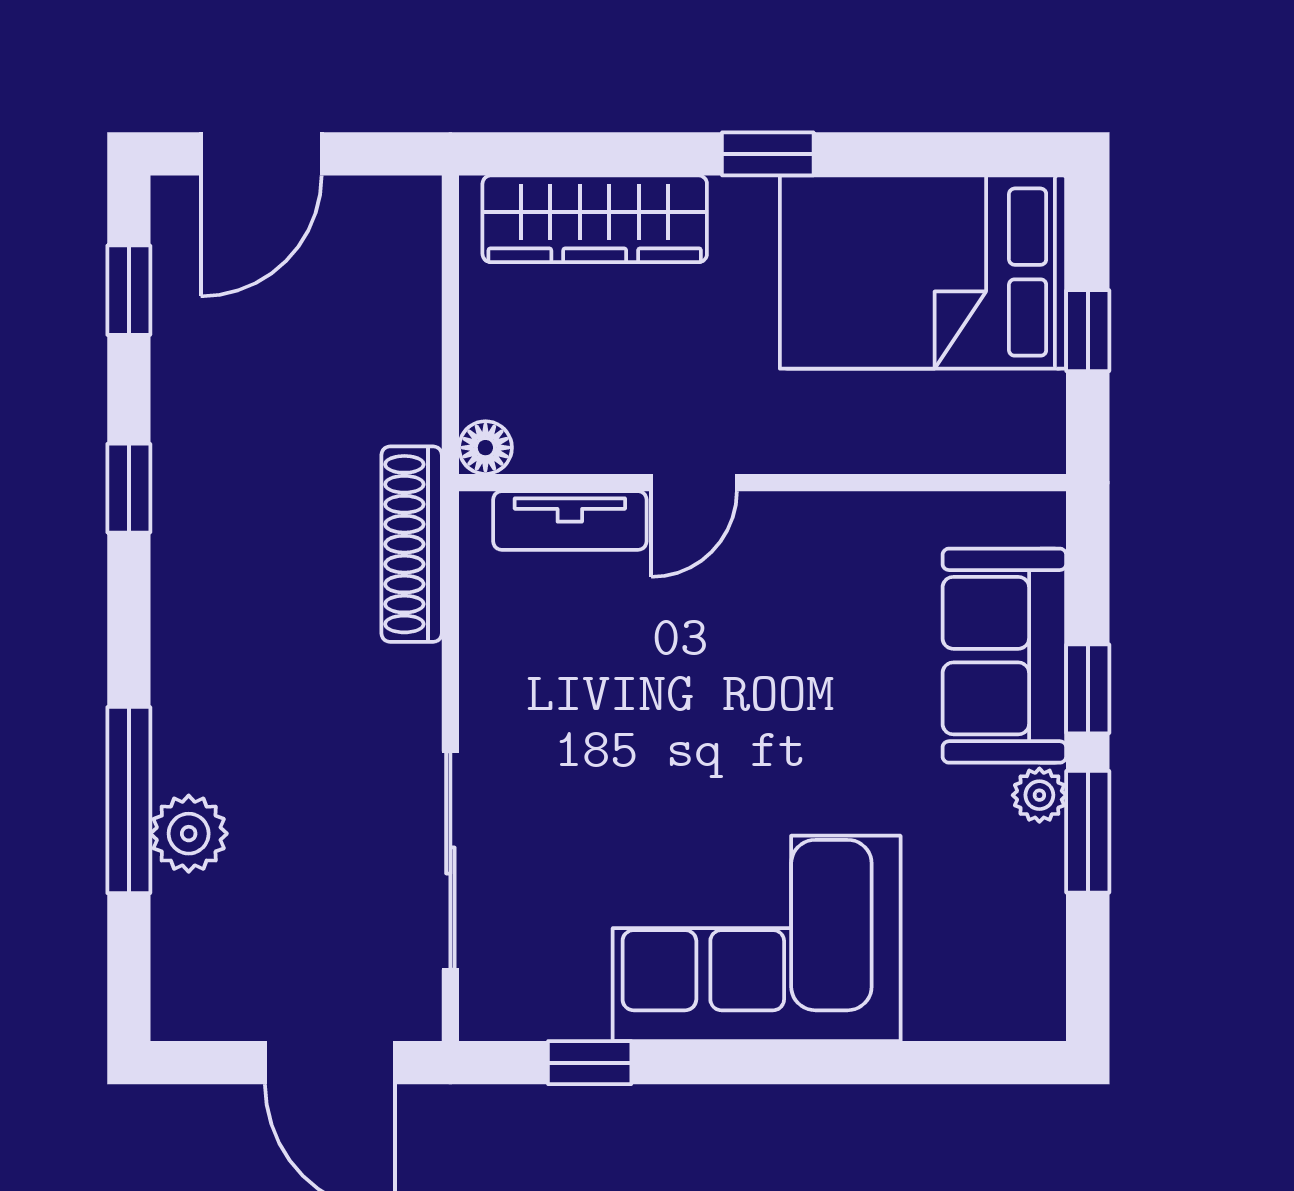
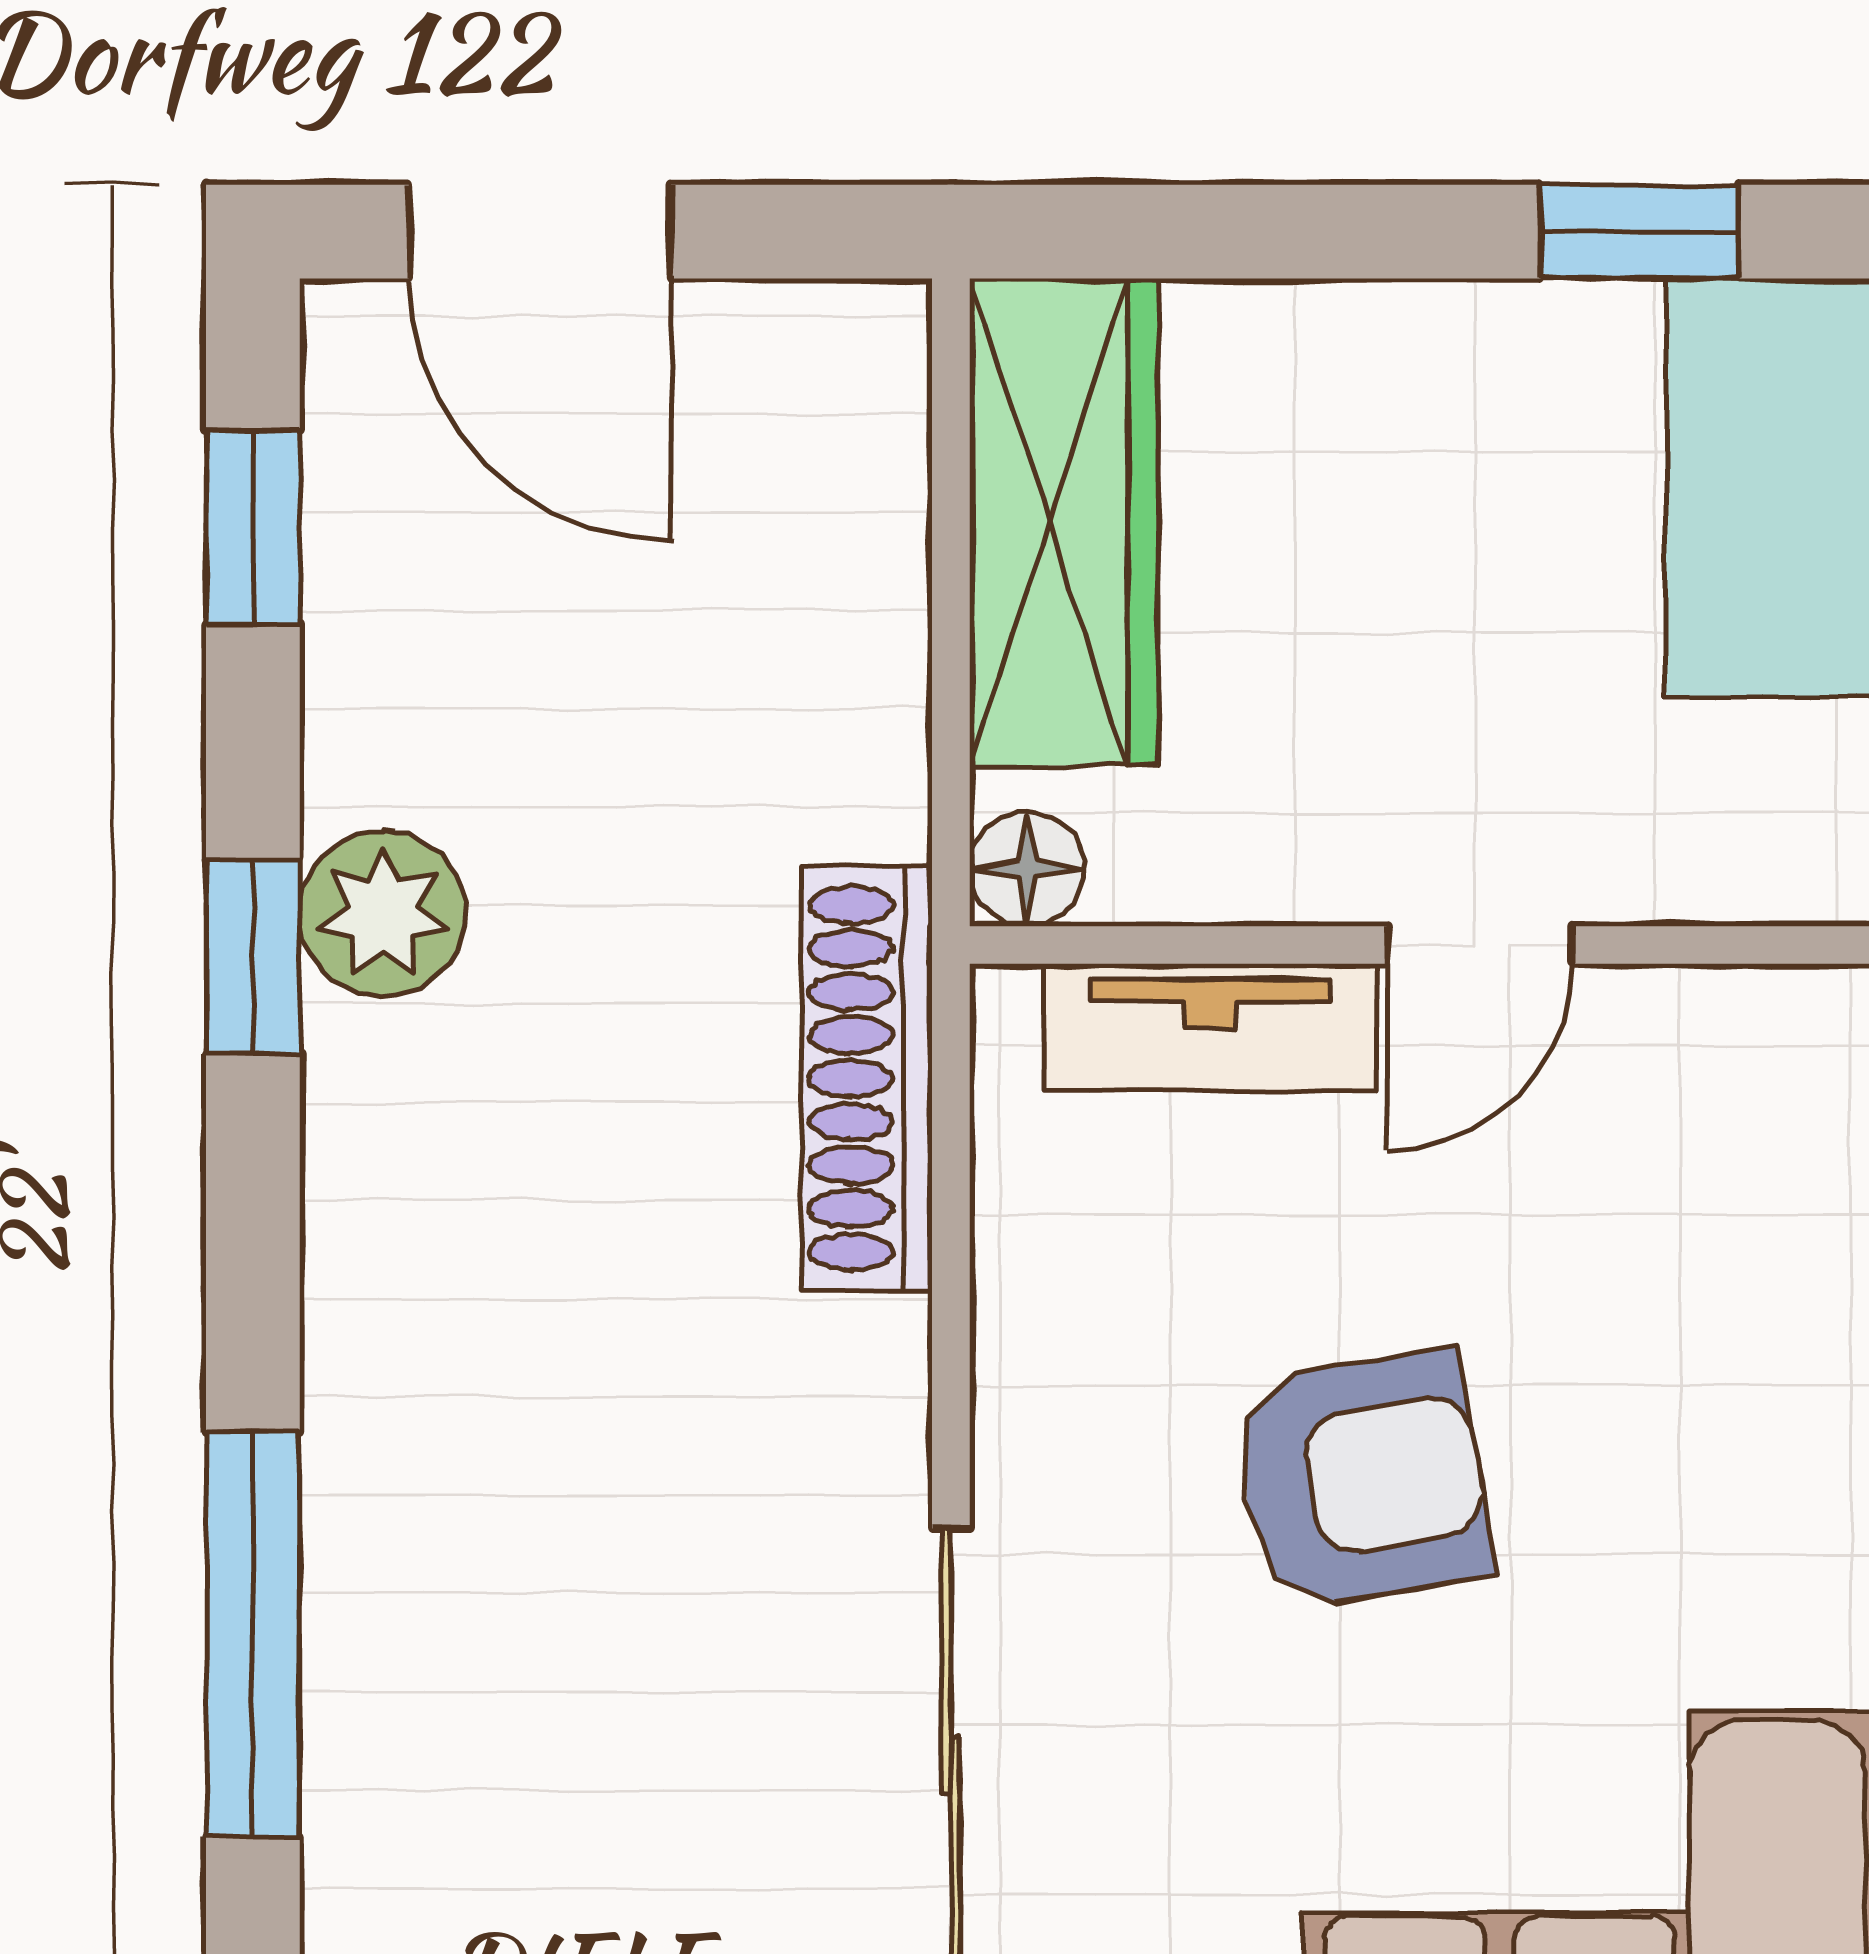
door: (261, 154) -> (540, 232), hinge flipped
wardrobe: (595, 219) -> (1064, 522), moved, turned -90
armchair: (640, 729) -> (1362, 1480), added
plant: (189, 834) -> (383, 914), moved

